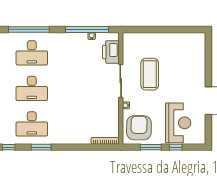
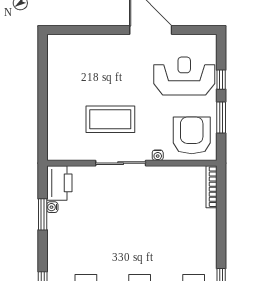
window: (87, 29) -> (43, 214), width x0.47
printer: (111, 52) -> (59, 183), moved, turned -90
armchair: (139, 128) -> (192, 135), turned 89

